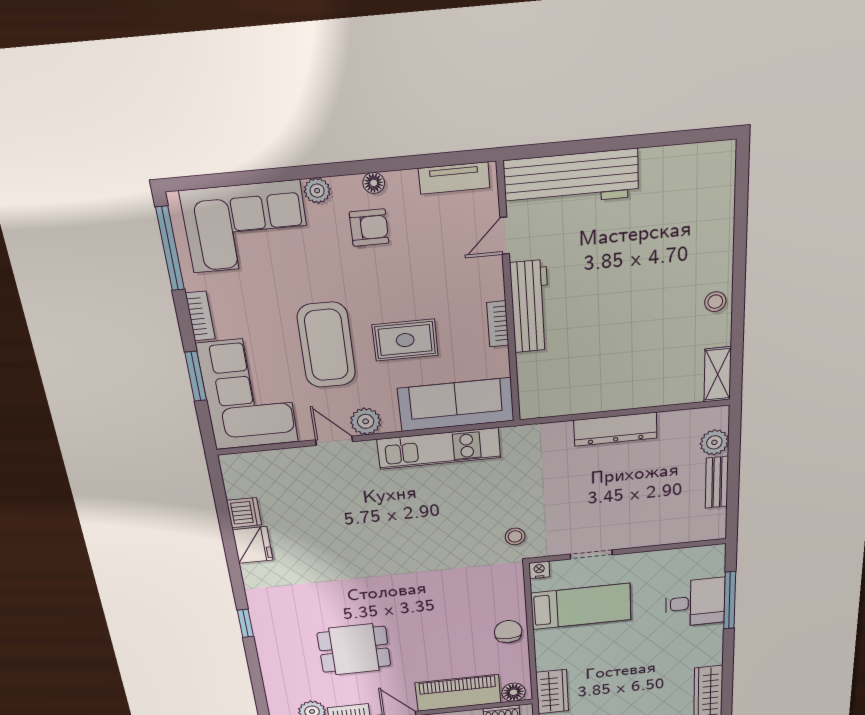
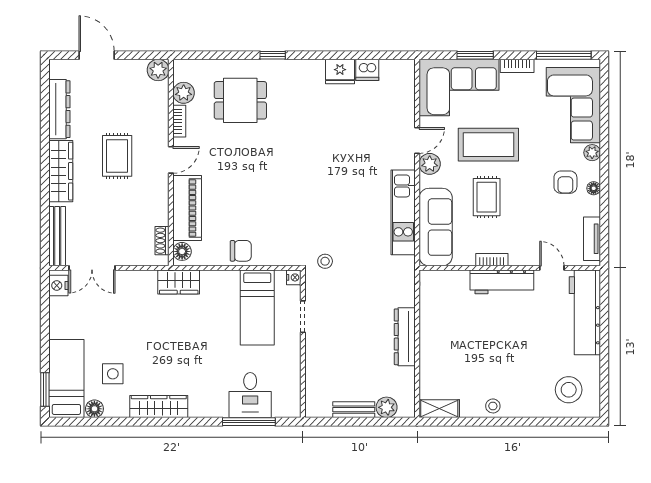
stool: (692, 192) -> (569, 390), added
dining table: (354, 649) -> (240, 100), moved, turned 90

